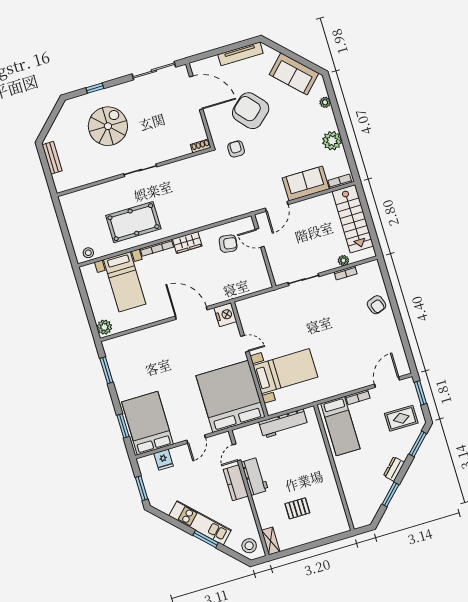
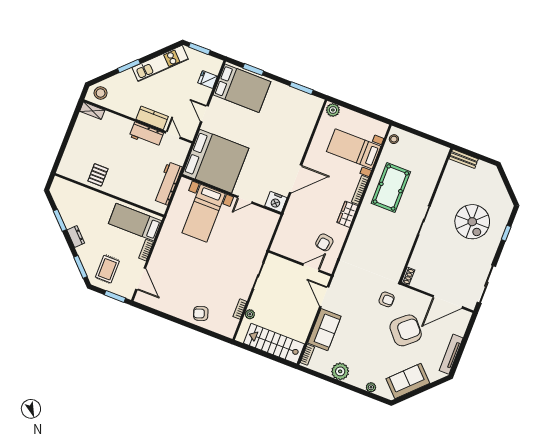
bench: (52, 158) -> (464, 159), moved
pallet: (297, 508) -> (98, 175), moved
kitchen unit: (200, 523) -> (160, 63), moved

